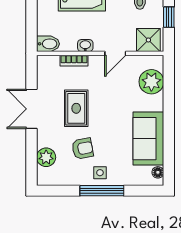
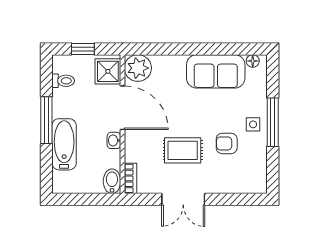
door: (115, 53) -> (122, 108), width x1.88
bookcase: (74, 61) -> (130, 178), moved
plant: (151, 82) -> (138, 68), moved
armchair: (83, 149) -> (227, 143), turned -79
plant: (46, 157) -> (236, 183), removed

